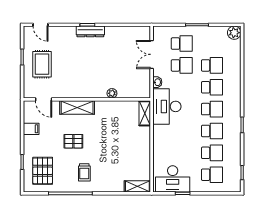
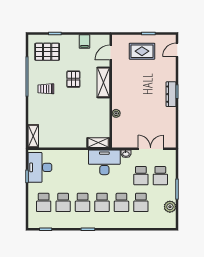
plant: (234, 33) -> (170, 207), moved

